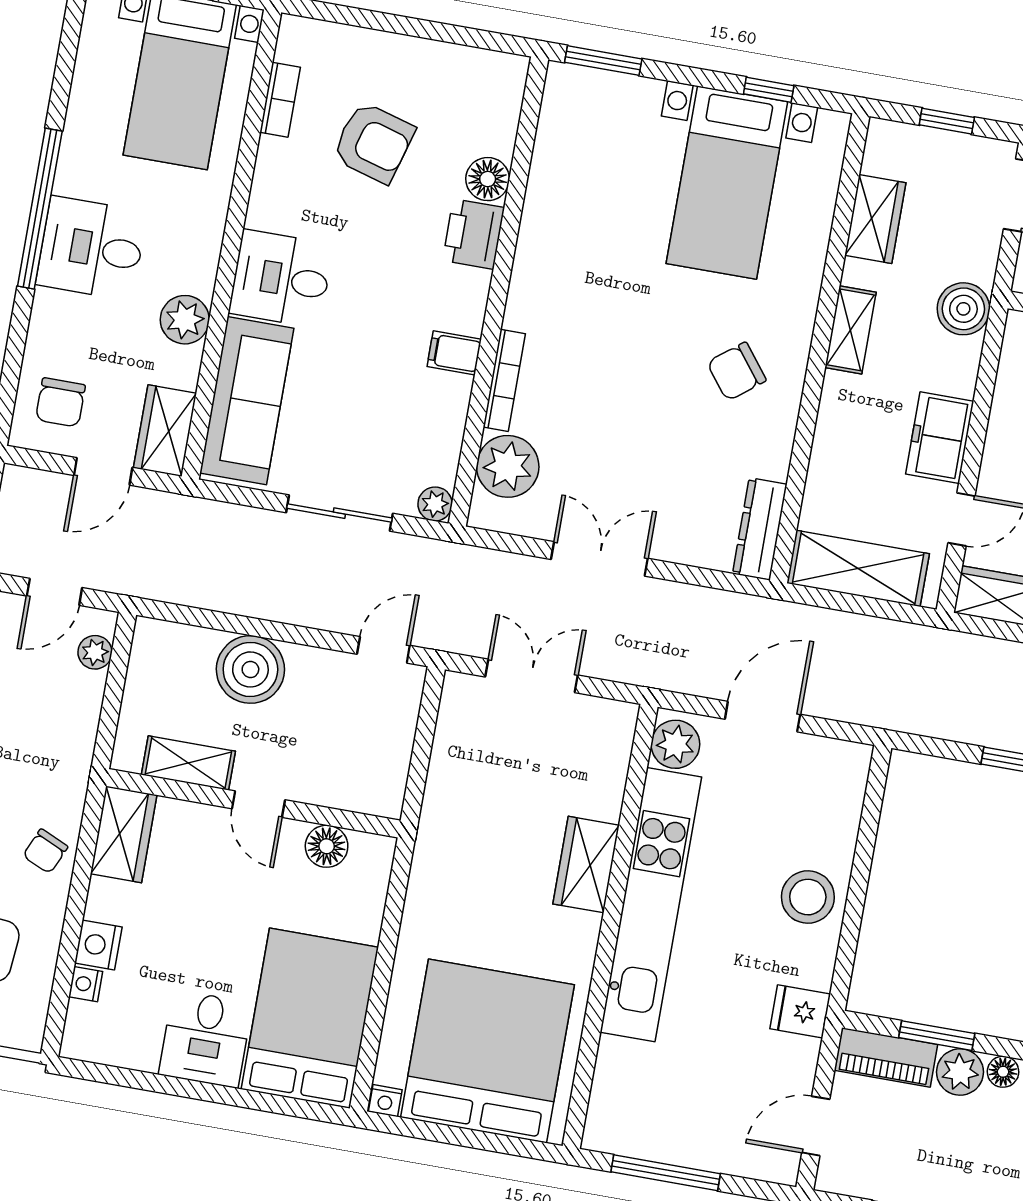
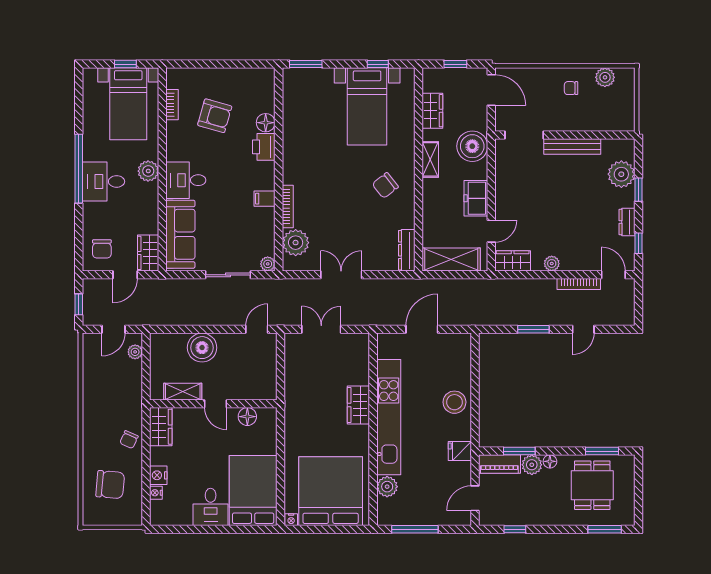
boiler: (963, 309) -> (472, 146), width x1.37, depth x1.37
plant: (185, 320) -> (148, 171), moved
plant: (675, 744) -> (387, 487), moved

